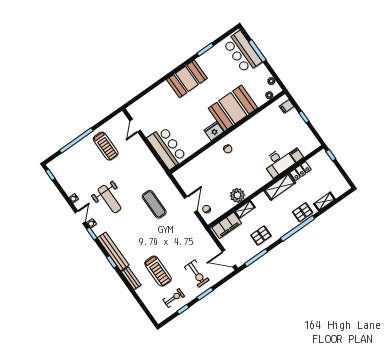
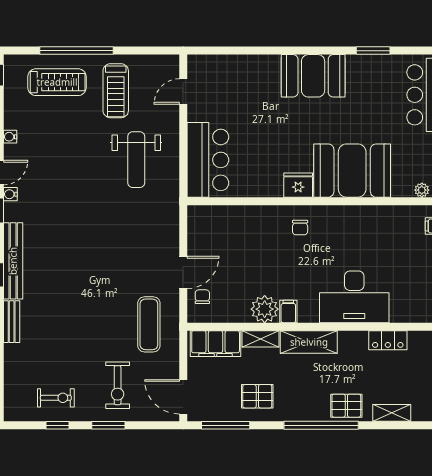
filing cabinet: (297, 155) -> (288, 312), moved
desk: (278, 162) -> (354, 297), width x1.36, depth x1.30
shelving: (280, 187) -> (309, 342), moved
weight bench: (110, 199) -> (136, 160), moved
exercise mat: (154, 204) -> (149, 324), moved
treadmill: (158, 271) -> (57, 82), moved, turned -90

